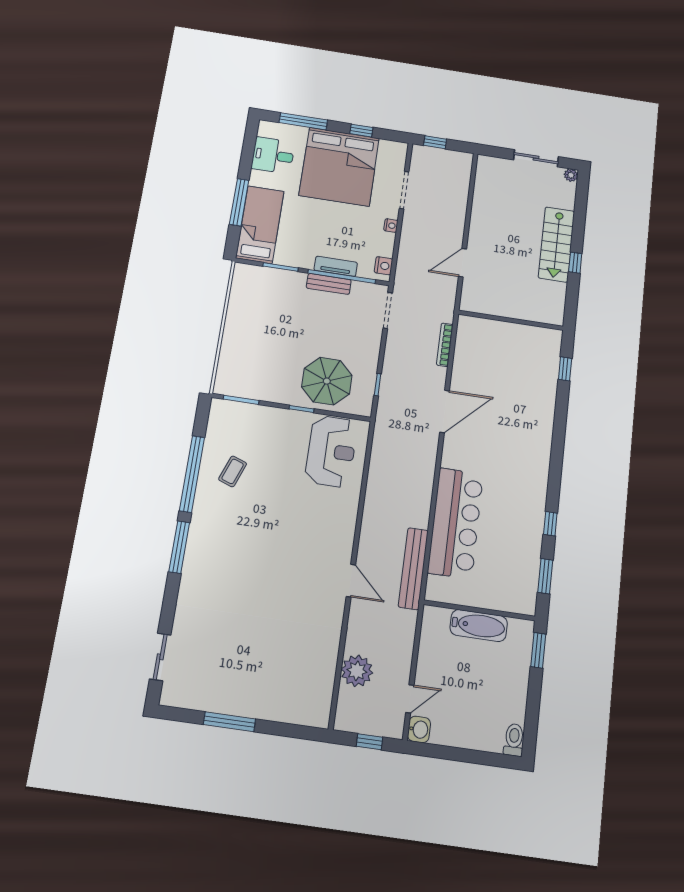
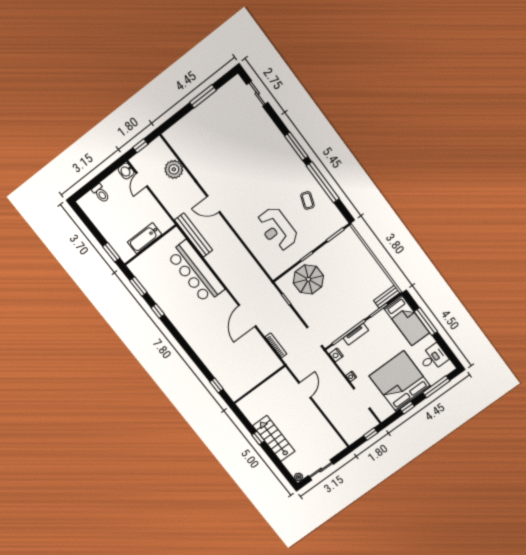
bench: (329, 284) -> (387, 297), moved
reception desk: (331, 451) -> (277, 229), moved
toilet: (514, 740) -> (101, 193), moved

